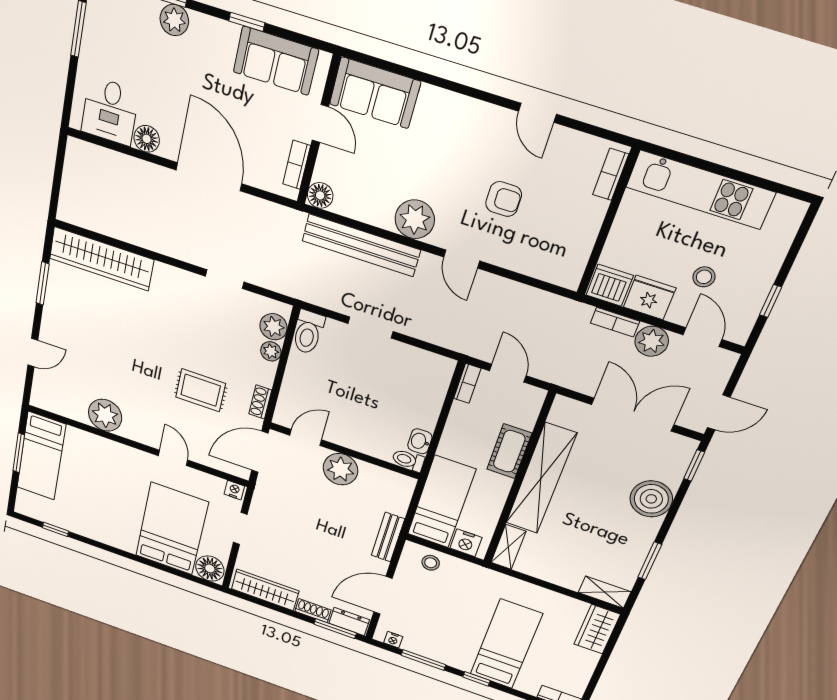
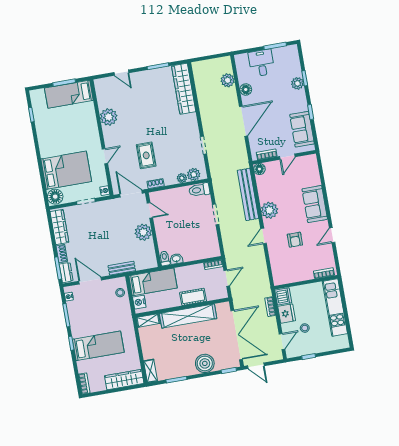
sofa: (375, 93) -> (315, 204), moved
desk: (110, 111) -> (261, 63), moved, turned 90
plant: (652, 341) -> (228, 80), moved
double door: (633, 415) -> (237, 335), width x1.36
wardrobe: (597, 629) -> (124, 380), width x1.50

